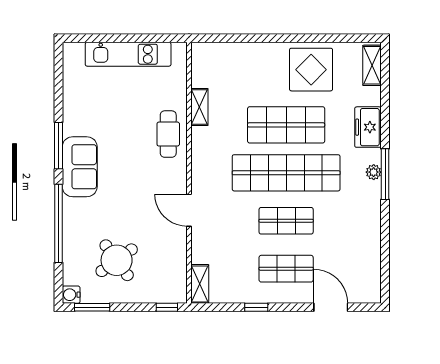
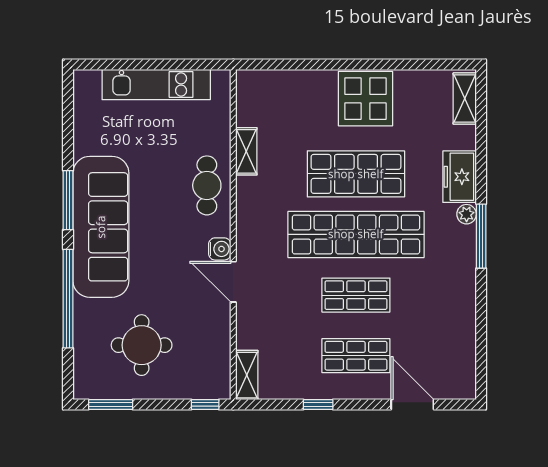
display table: (311, 70) -> (365, 99), moved
sofa: (80, 167) -> (101, 227), width x1.85, depth x1.27
plant: (374, 172) -> (467, 214), moved
round table: (117, 260) -> (142, 345), turned 36
water cooler: (71, 295) -> (220, 249), moved, turned 180

